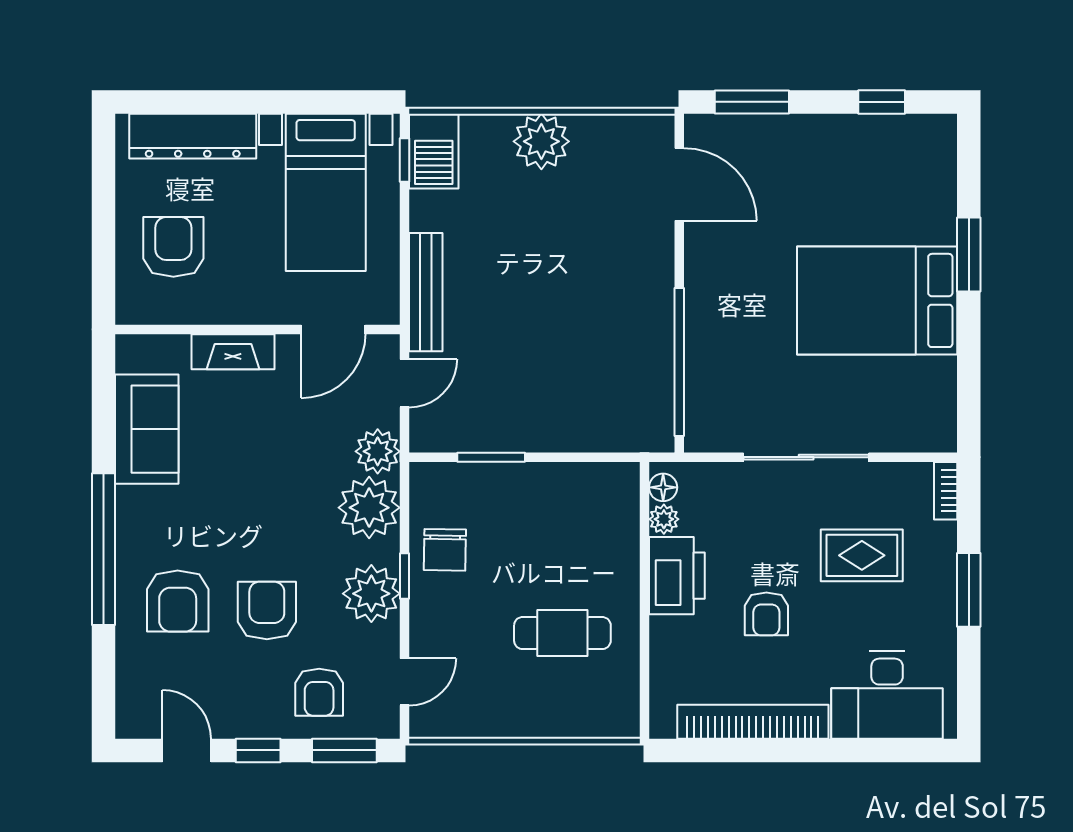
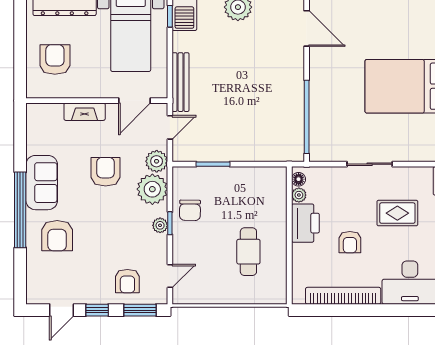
sofa: (147, 429) -> (42, 183), moved
sliding door: (806, 457) -> (370, 164), width x0.73
plant: (371, 594) -> (160, 225), width x0.53, depth x0.53
armchair: (267, 610) -> (106, 172), moved
cafe table: (562, 633) -> (248, 252), turned 90
door: (187, 750) -> (62, 310), swing flipped

